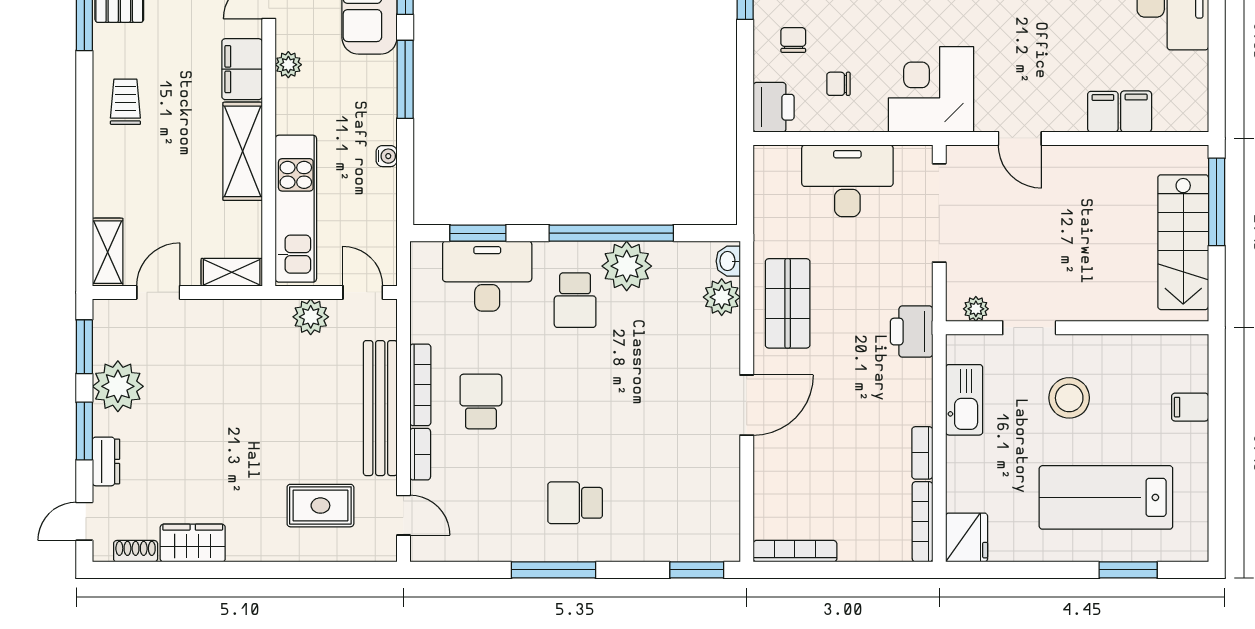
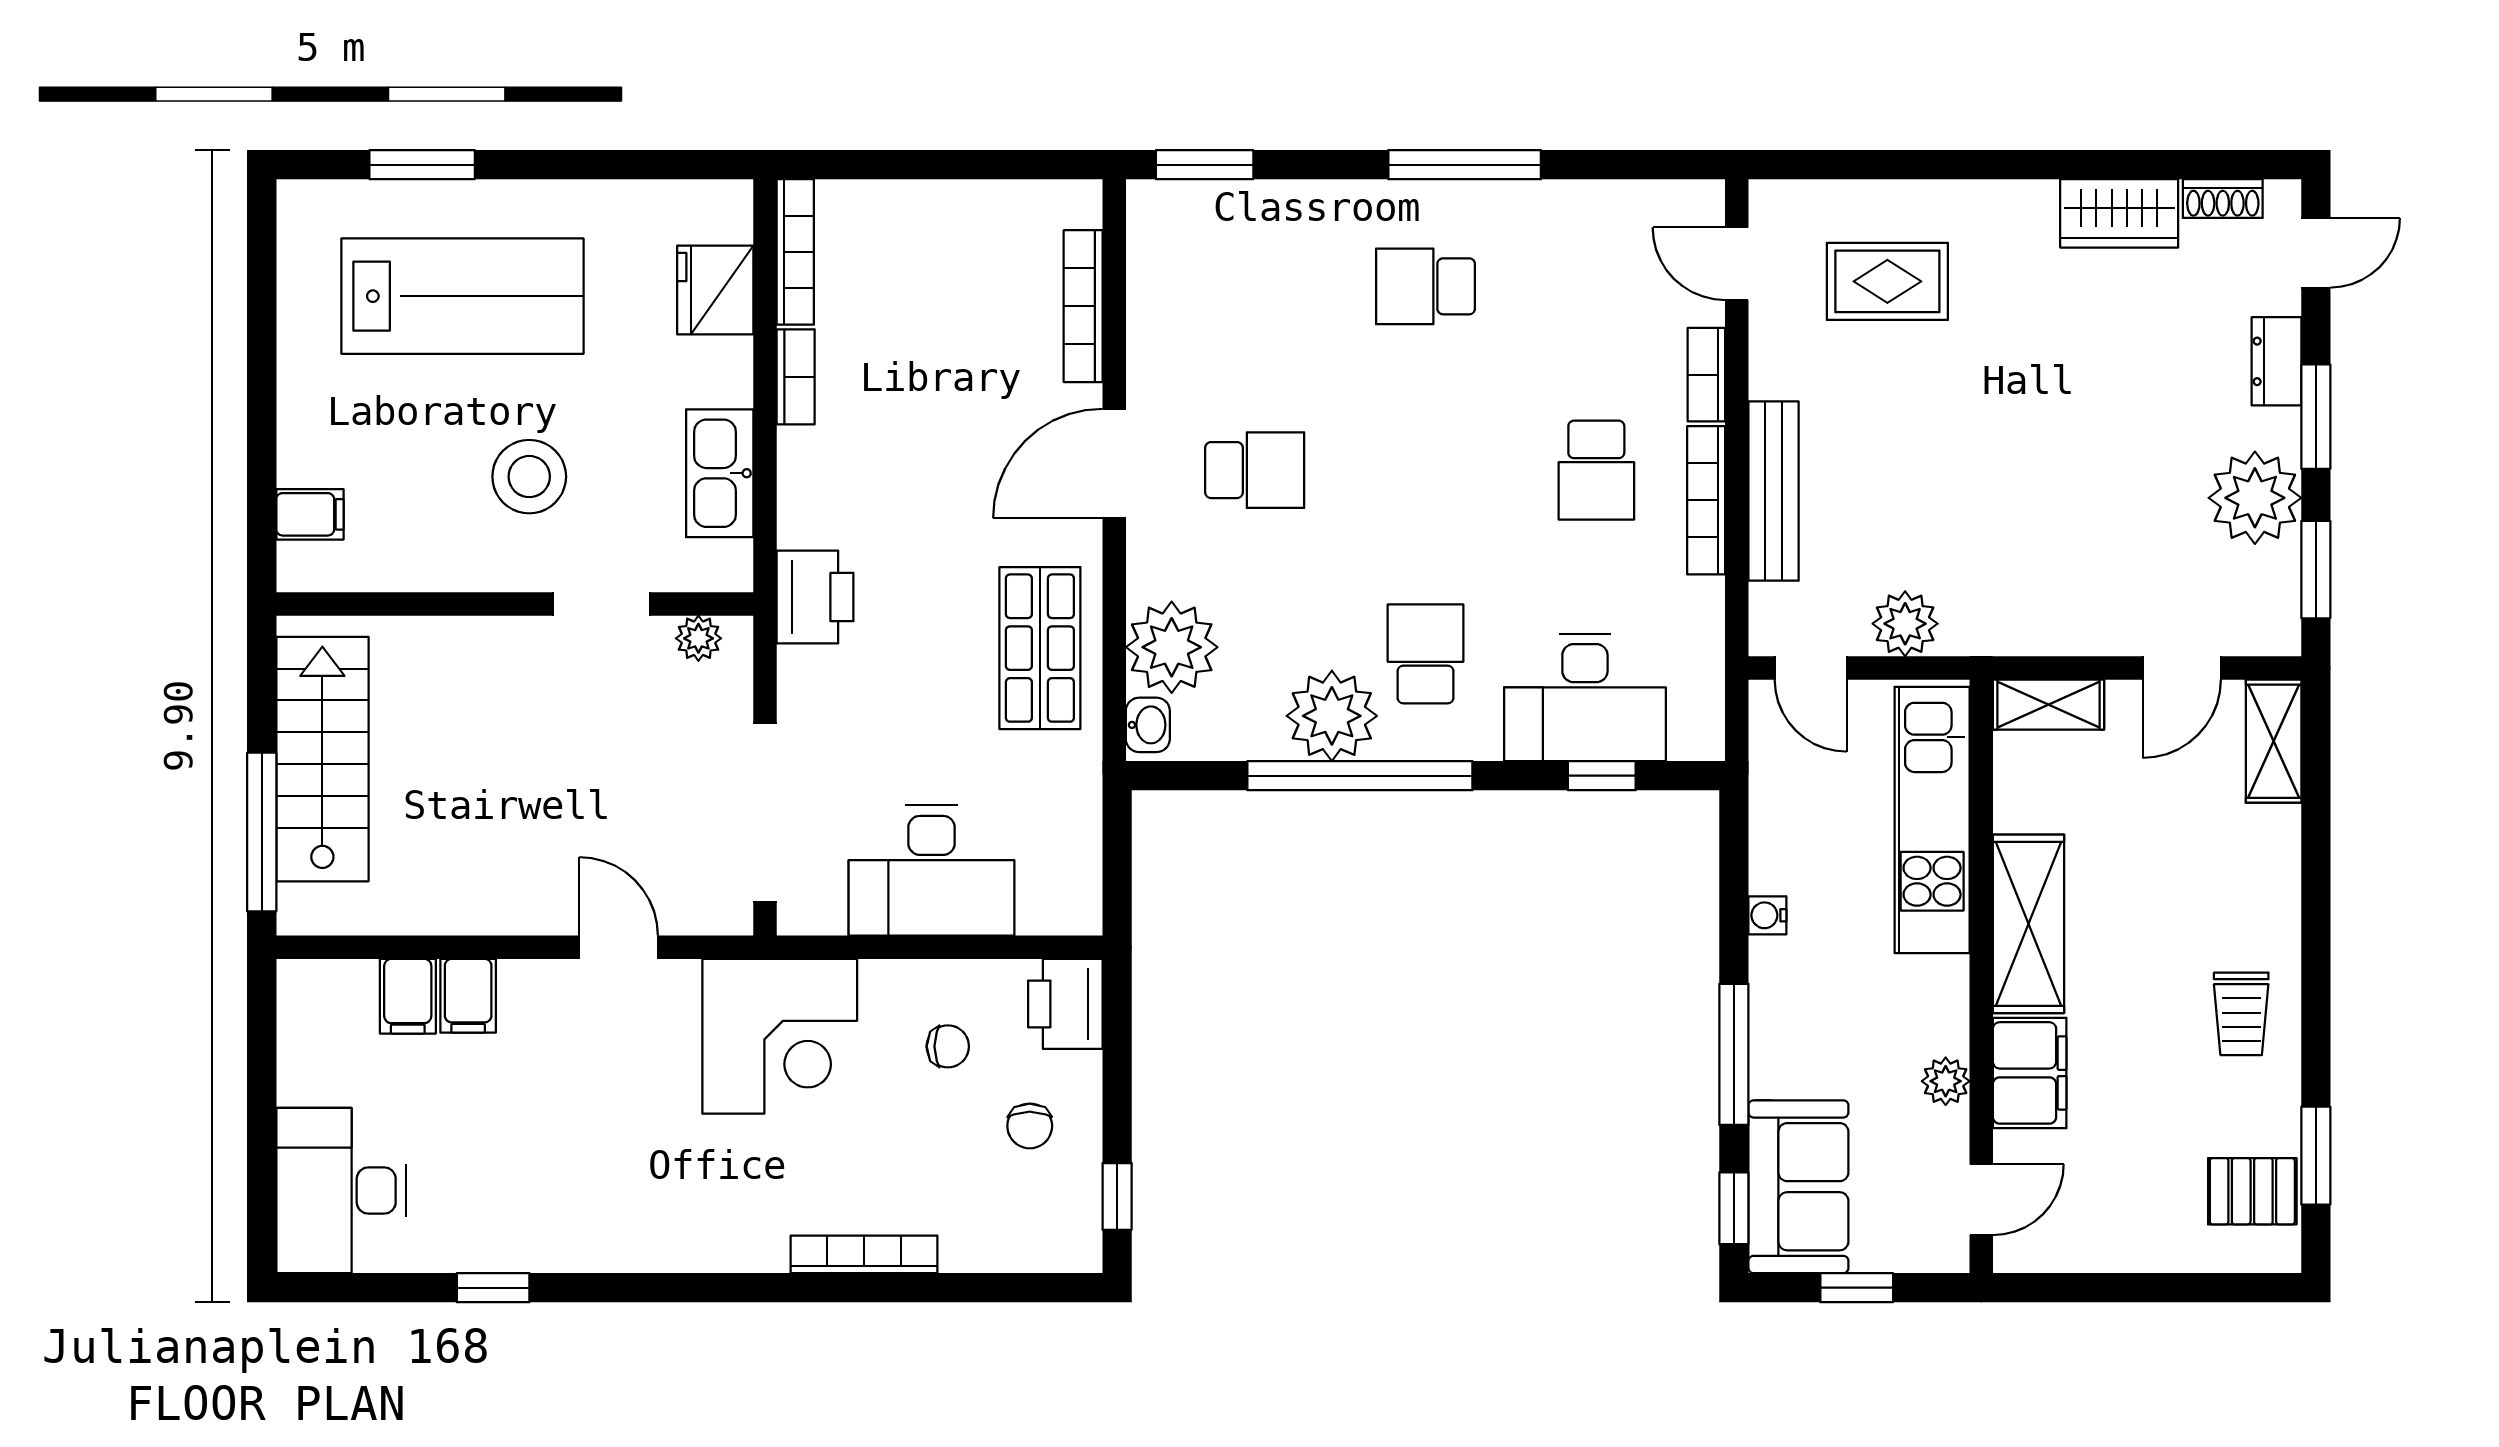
window: (478, 233) -> (1602, 776), width x0.67
plant: (722, 297) -> (1172, 647), width x1.36, depth x1.36
school desk: (669, 402) -> (1255, 470), added
filing cabinet: (1190, 407) -> (310, 514), moved
bench: (380, 408) -> (1774, 491), width x0.73, depth x0.82
school desk: (575, 503) -> (1426, 286), turned 180
fridge: (967, 537) -> (715, 290), moved
bookcase: (795, 551) -> (1083, 306), moved, turned 90

